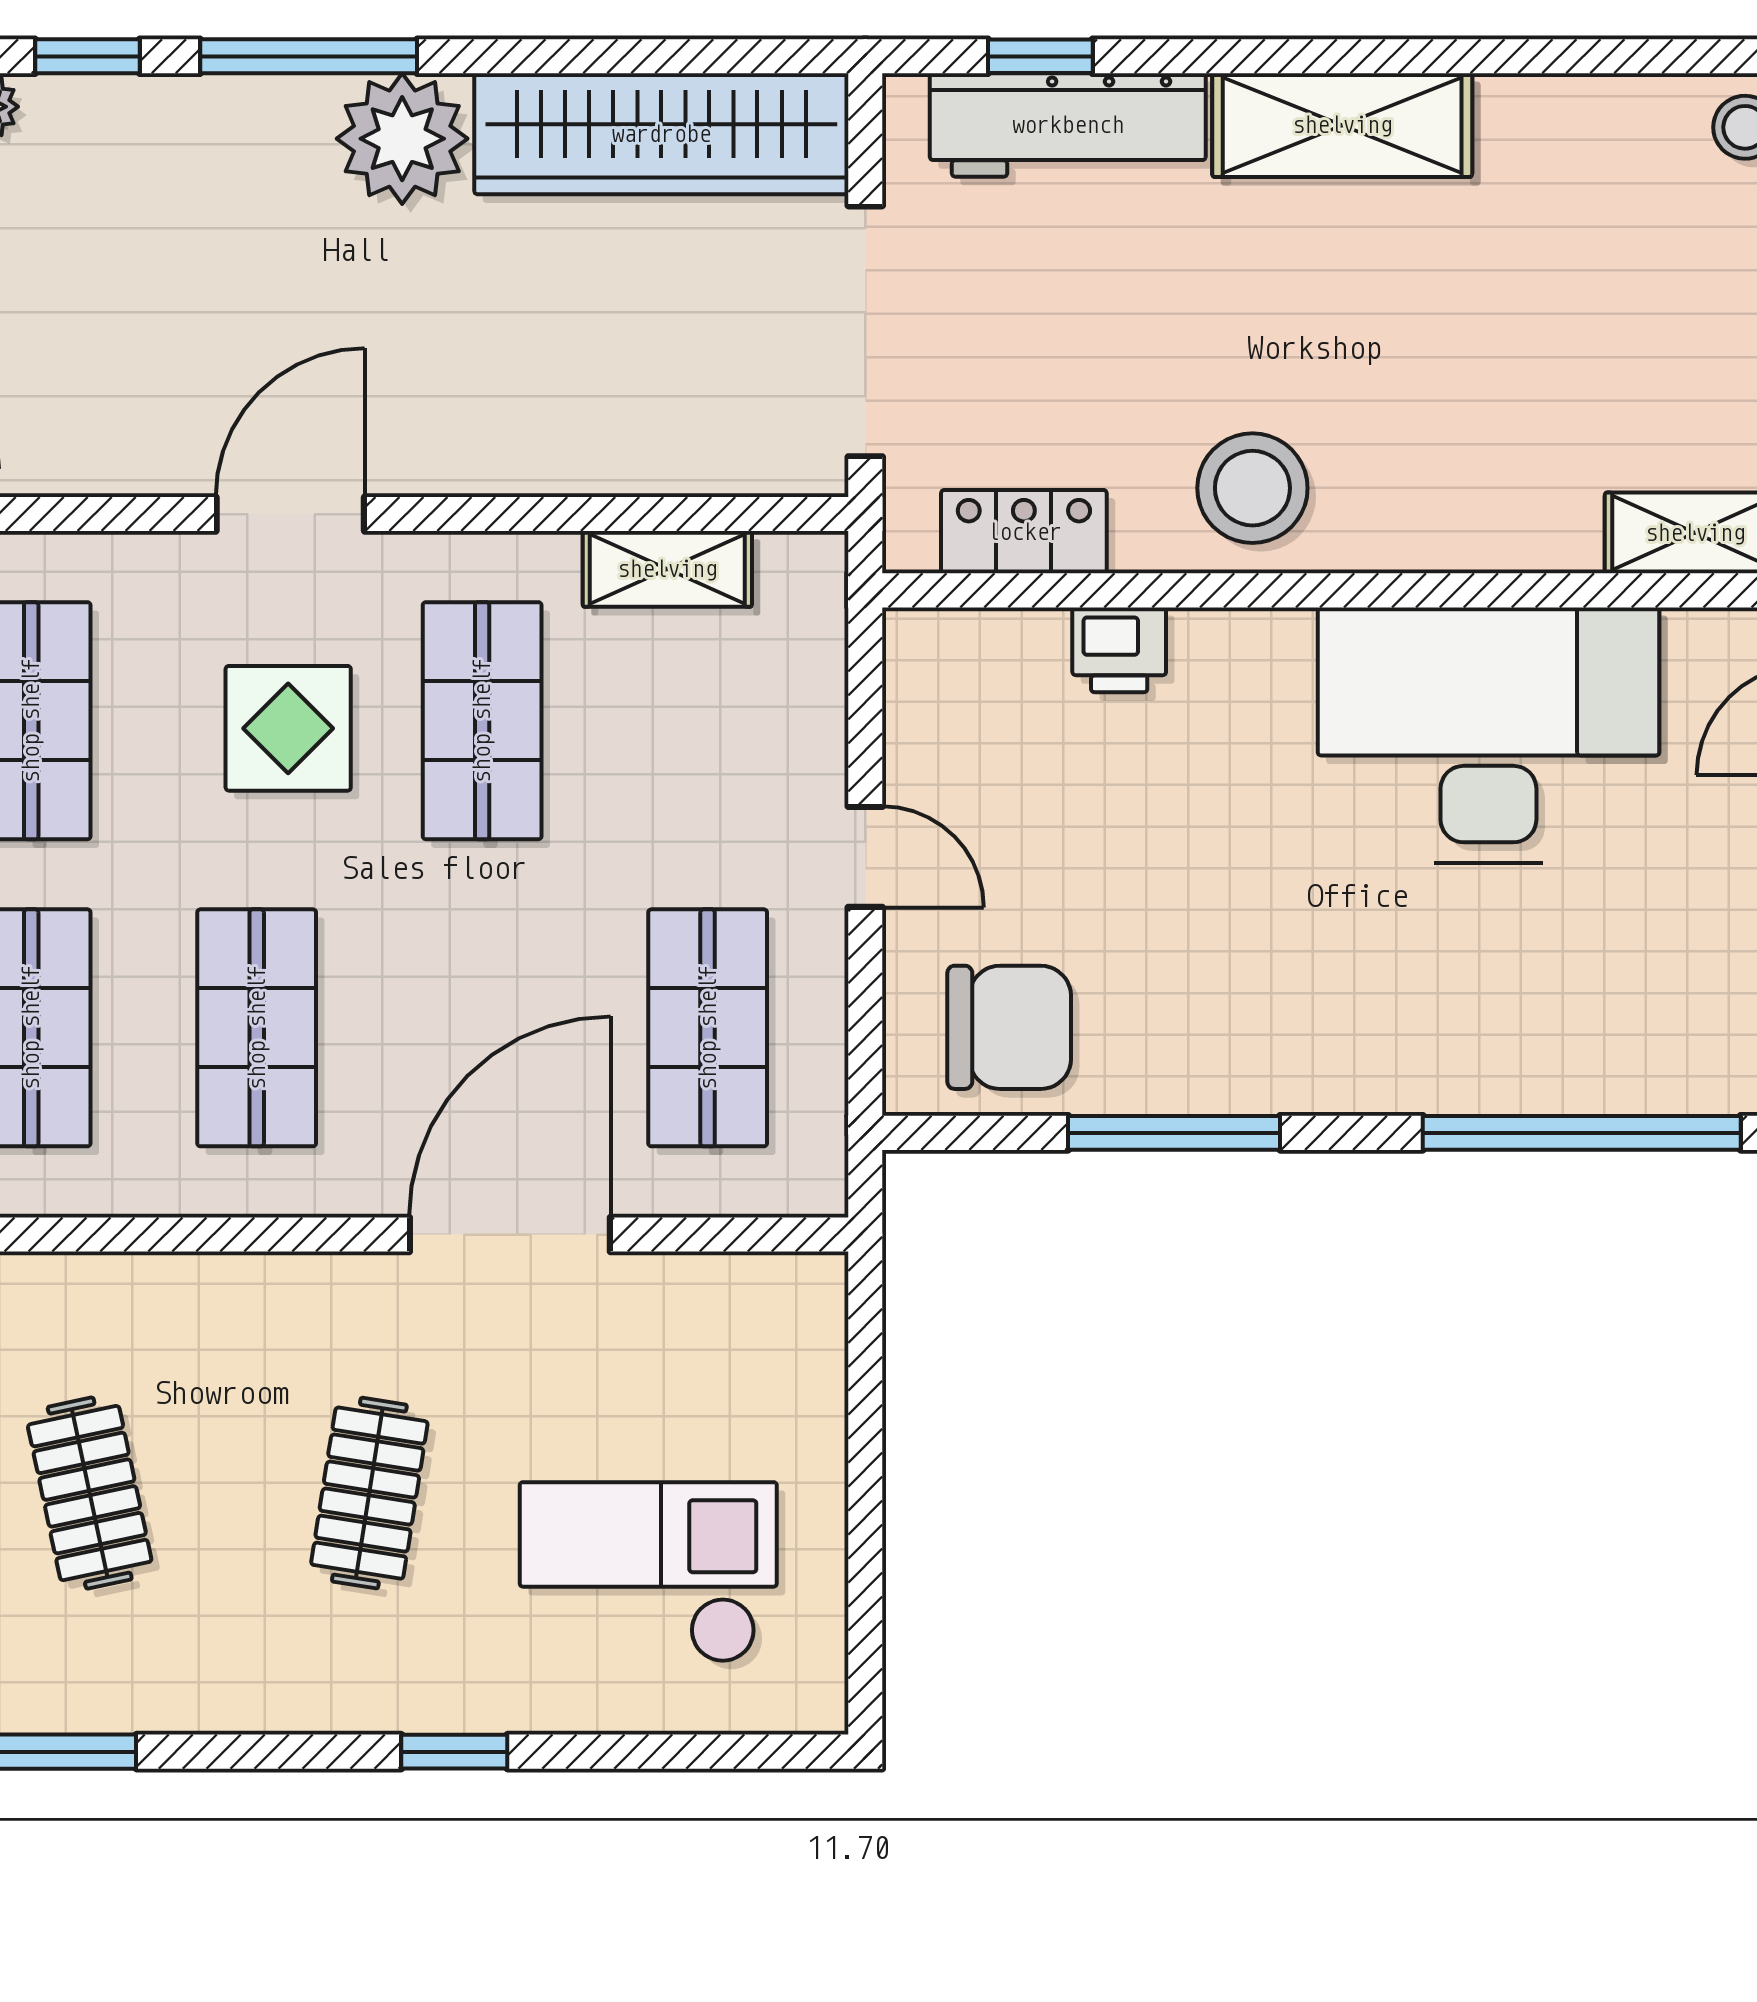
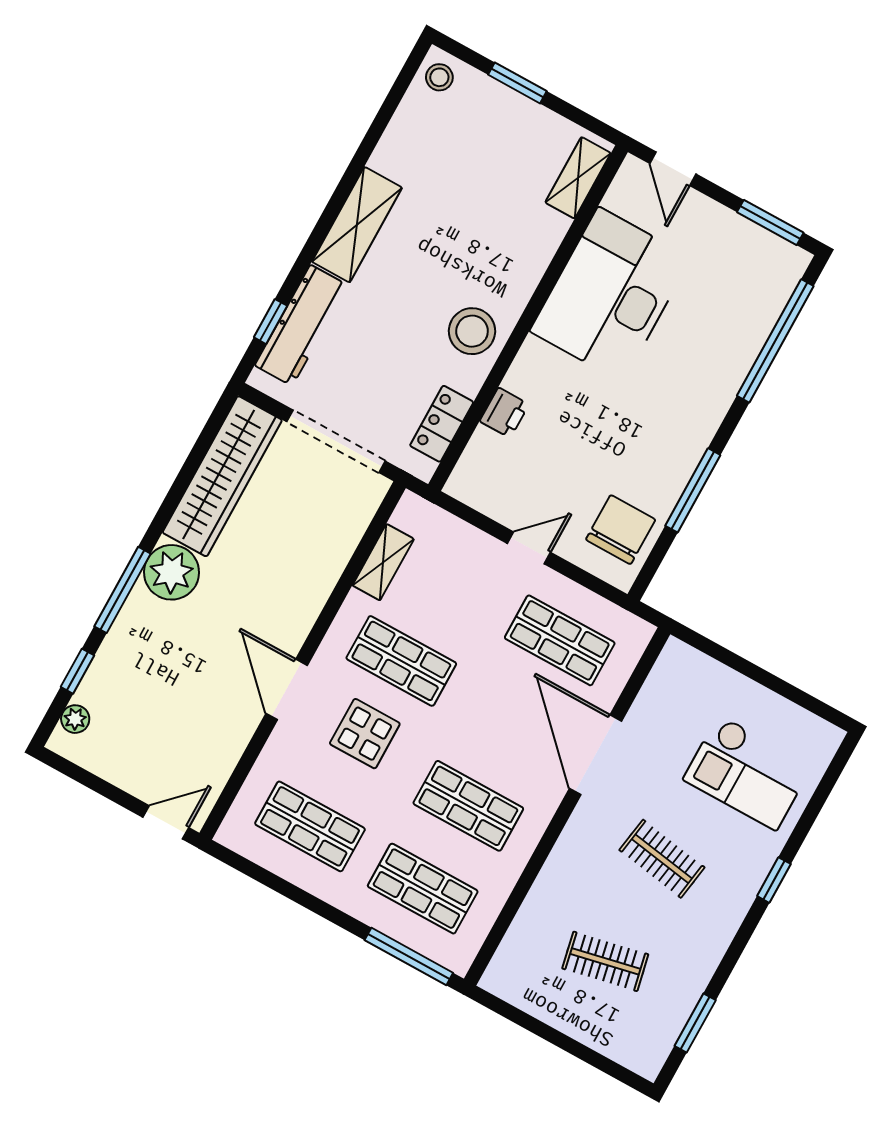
checkout: (648, 1572) -> (747, 772), turned -90

